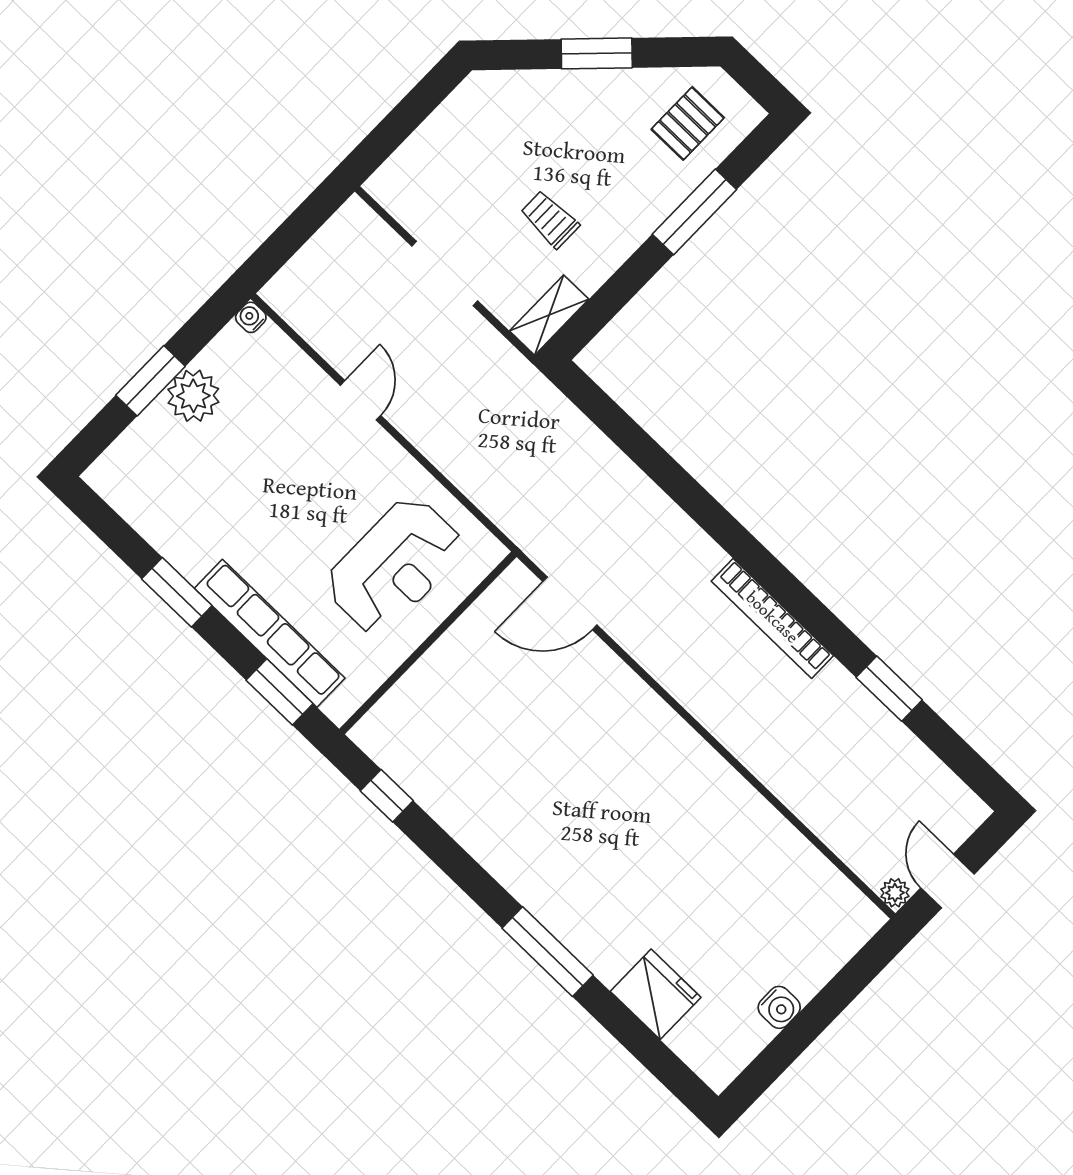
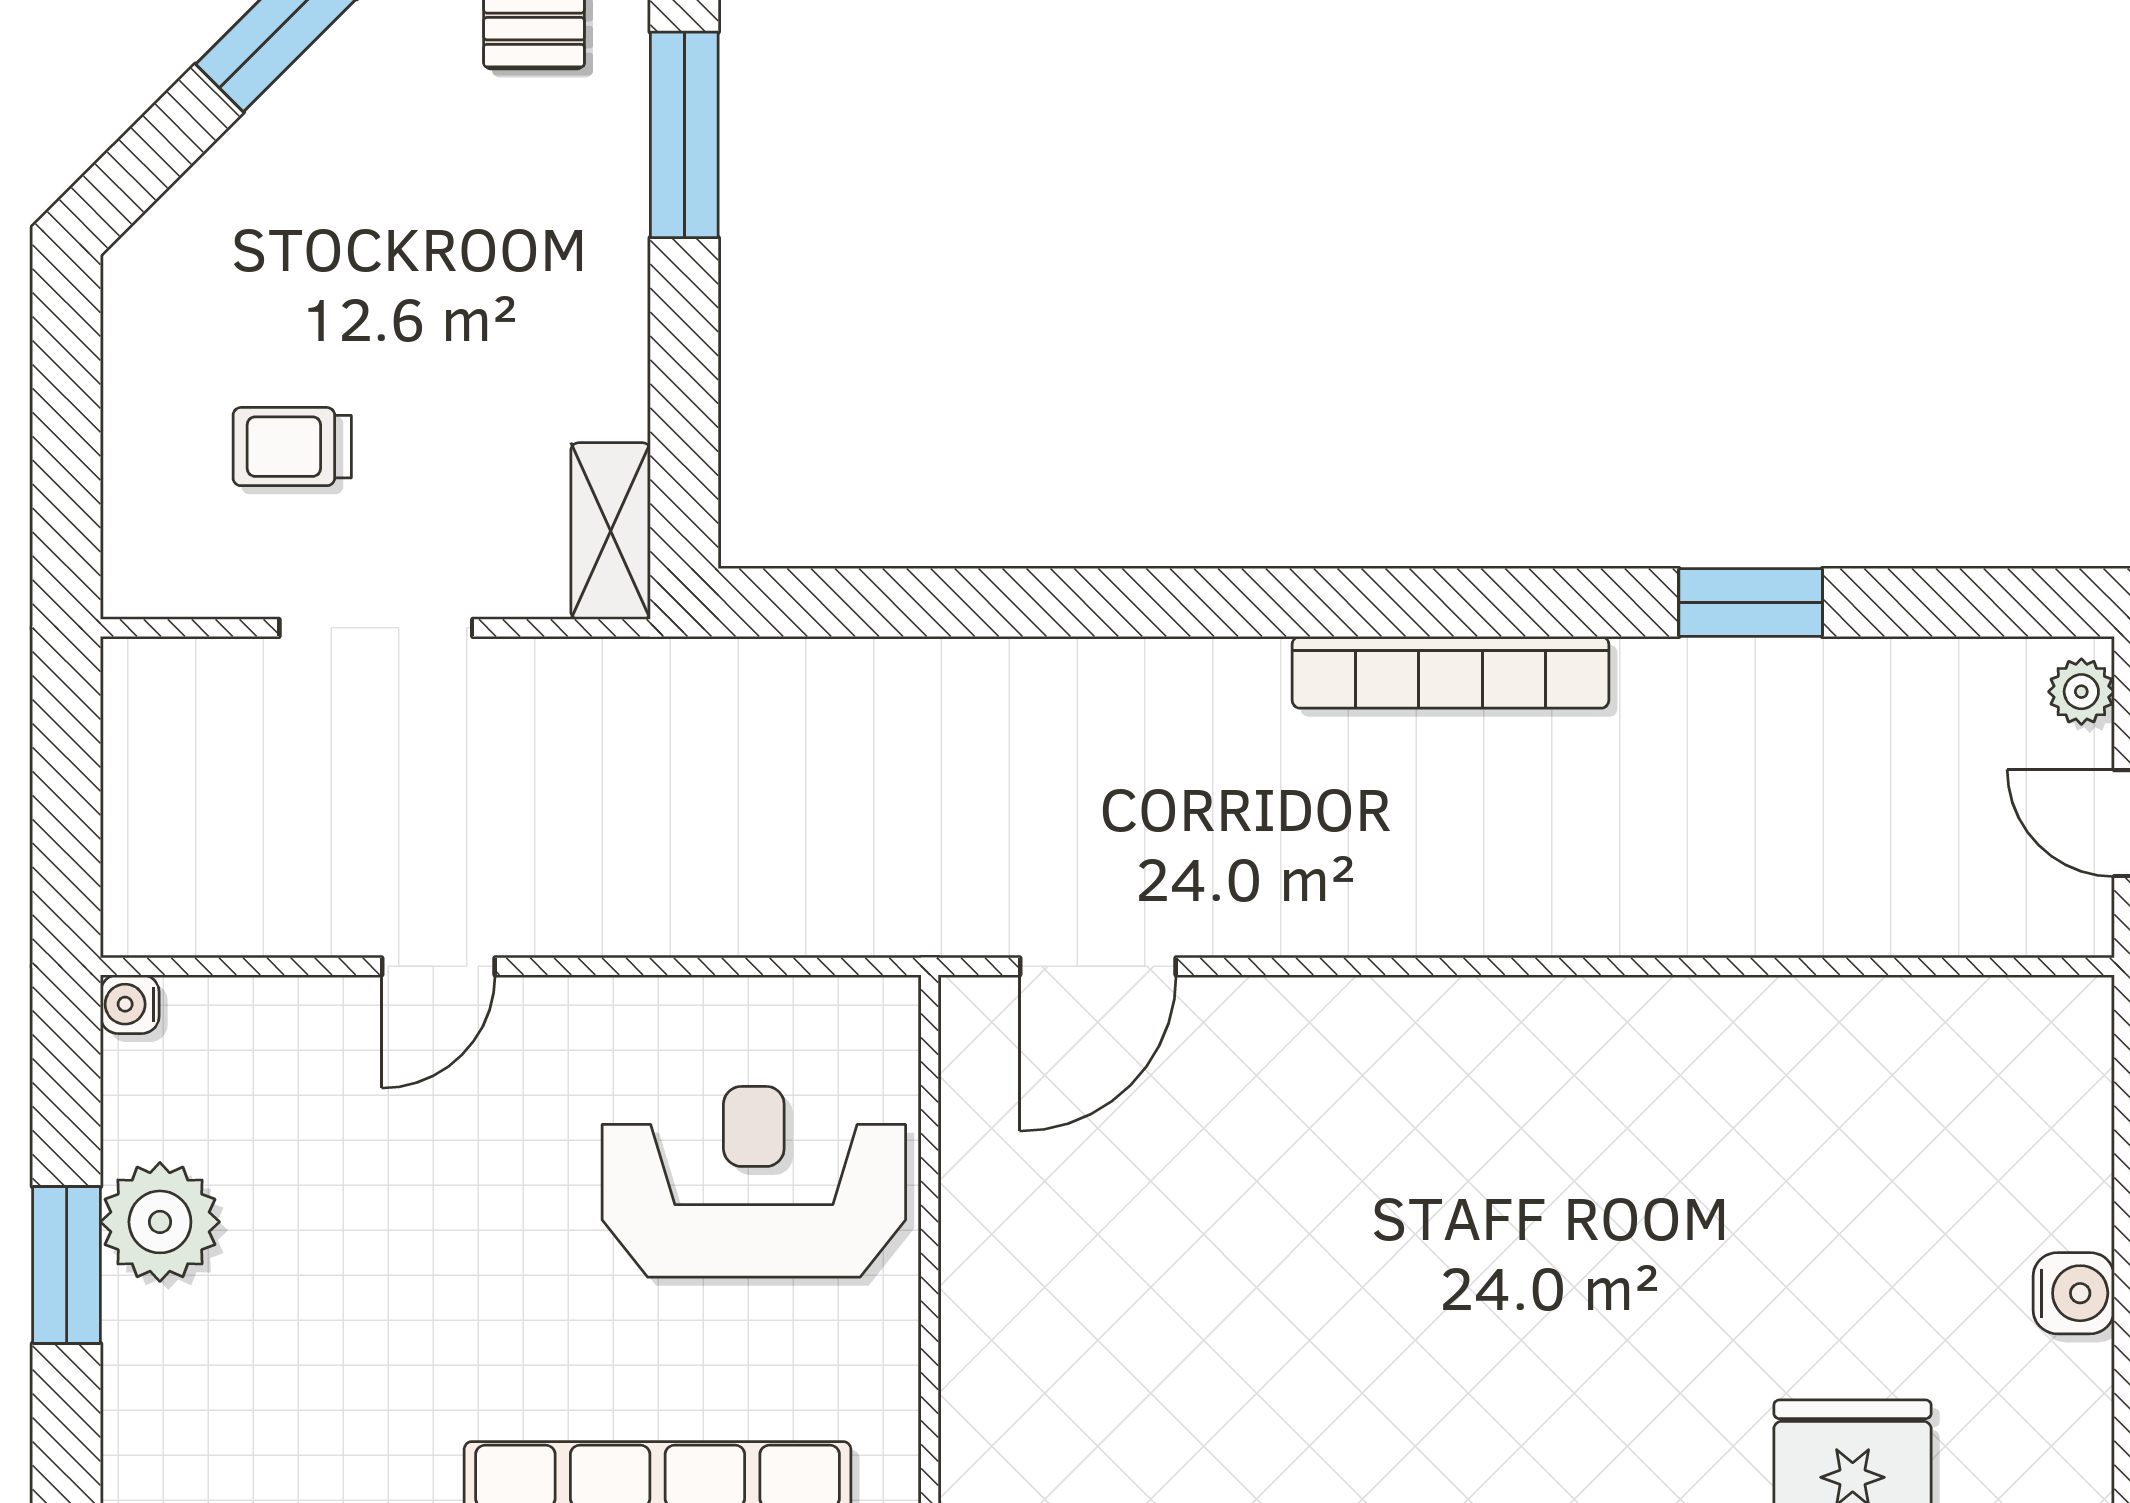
trolley: (550, 219) -> (292, 447), moved
door: (360, 400) -> (438, 966), swing flipped
reception desk: (394, 566) -> (754, 1182), turned -90
plant: (895, 893) -> (2081, 692), moved

